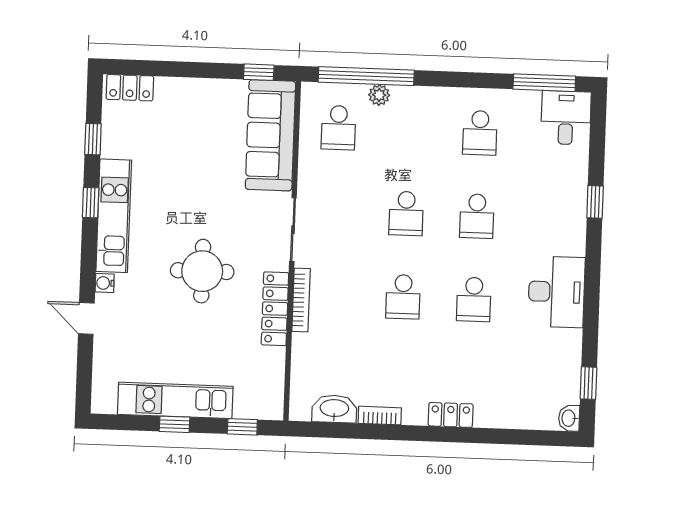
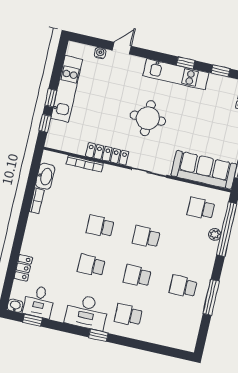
window: (544, 83) -> (211, 297), moved
desk: (566, 118) -> (39, 302), moved, turned 90
window: (595, 202) -> (98, 335), moved
school desk: (548, 219) -> (128, 315), added
round table: (202, 271) -> (148, 118), moved
water cooler: (105, 283) -> (100, 53), moved
bookcase: (301, 300) -> (85, 164), moved
locker: (451, 415) -> (23, 268), moved
window: (174, 424) -> (51, 98), moved

